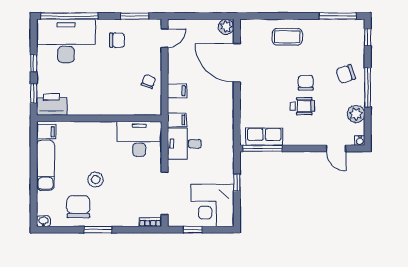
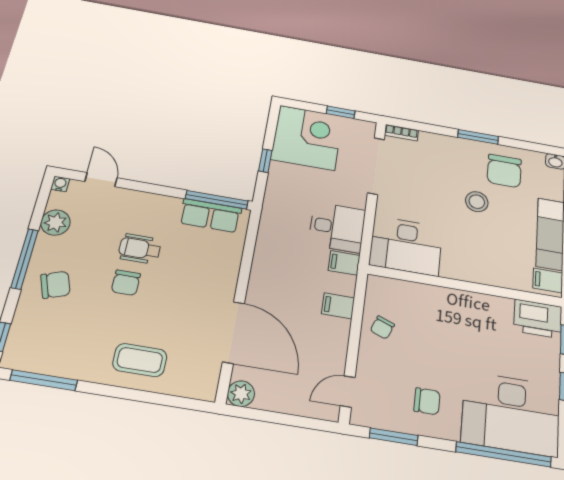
chair: (117, 40) -> (427, 401), turned 180

